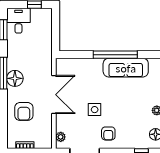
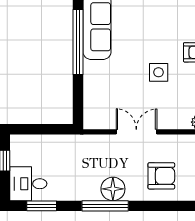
double door: (54, 95) -> (136, 132), width x0.73

